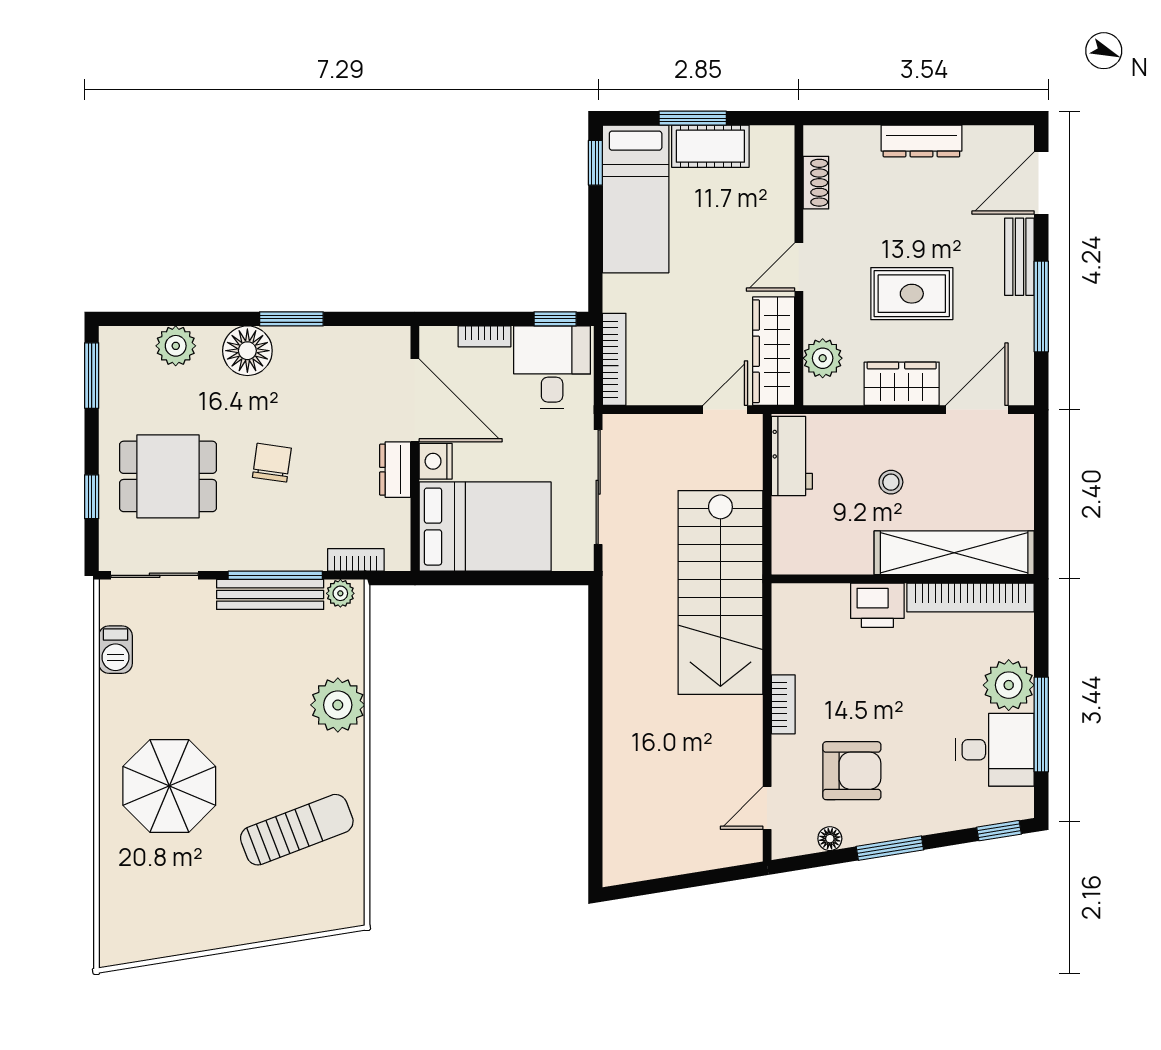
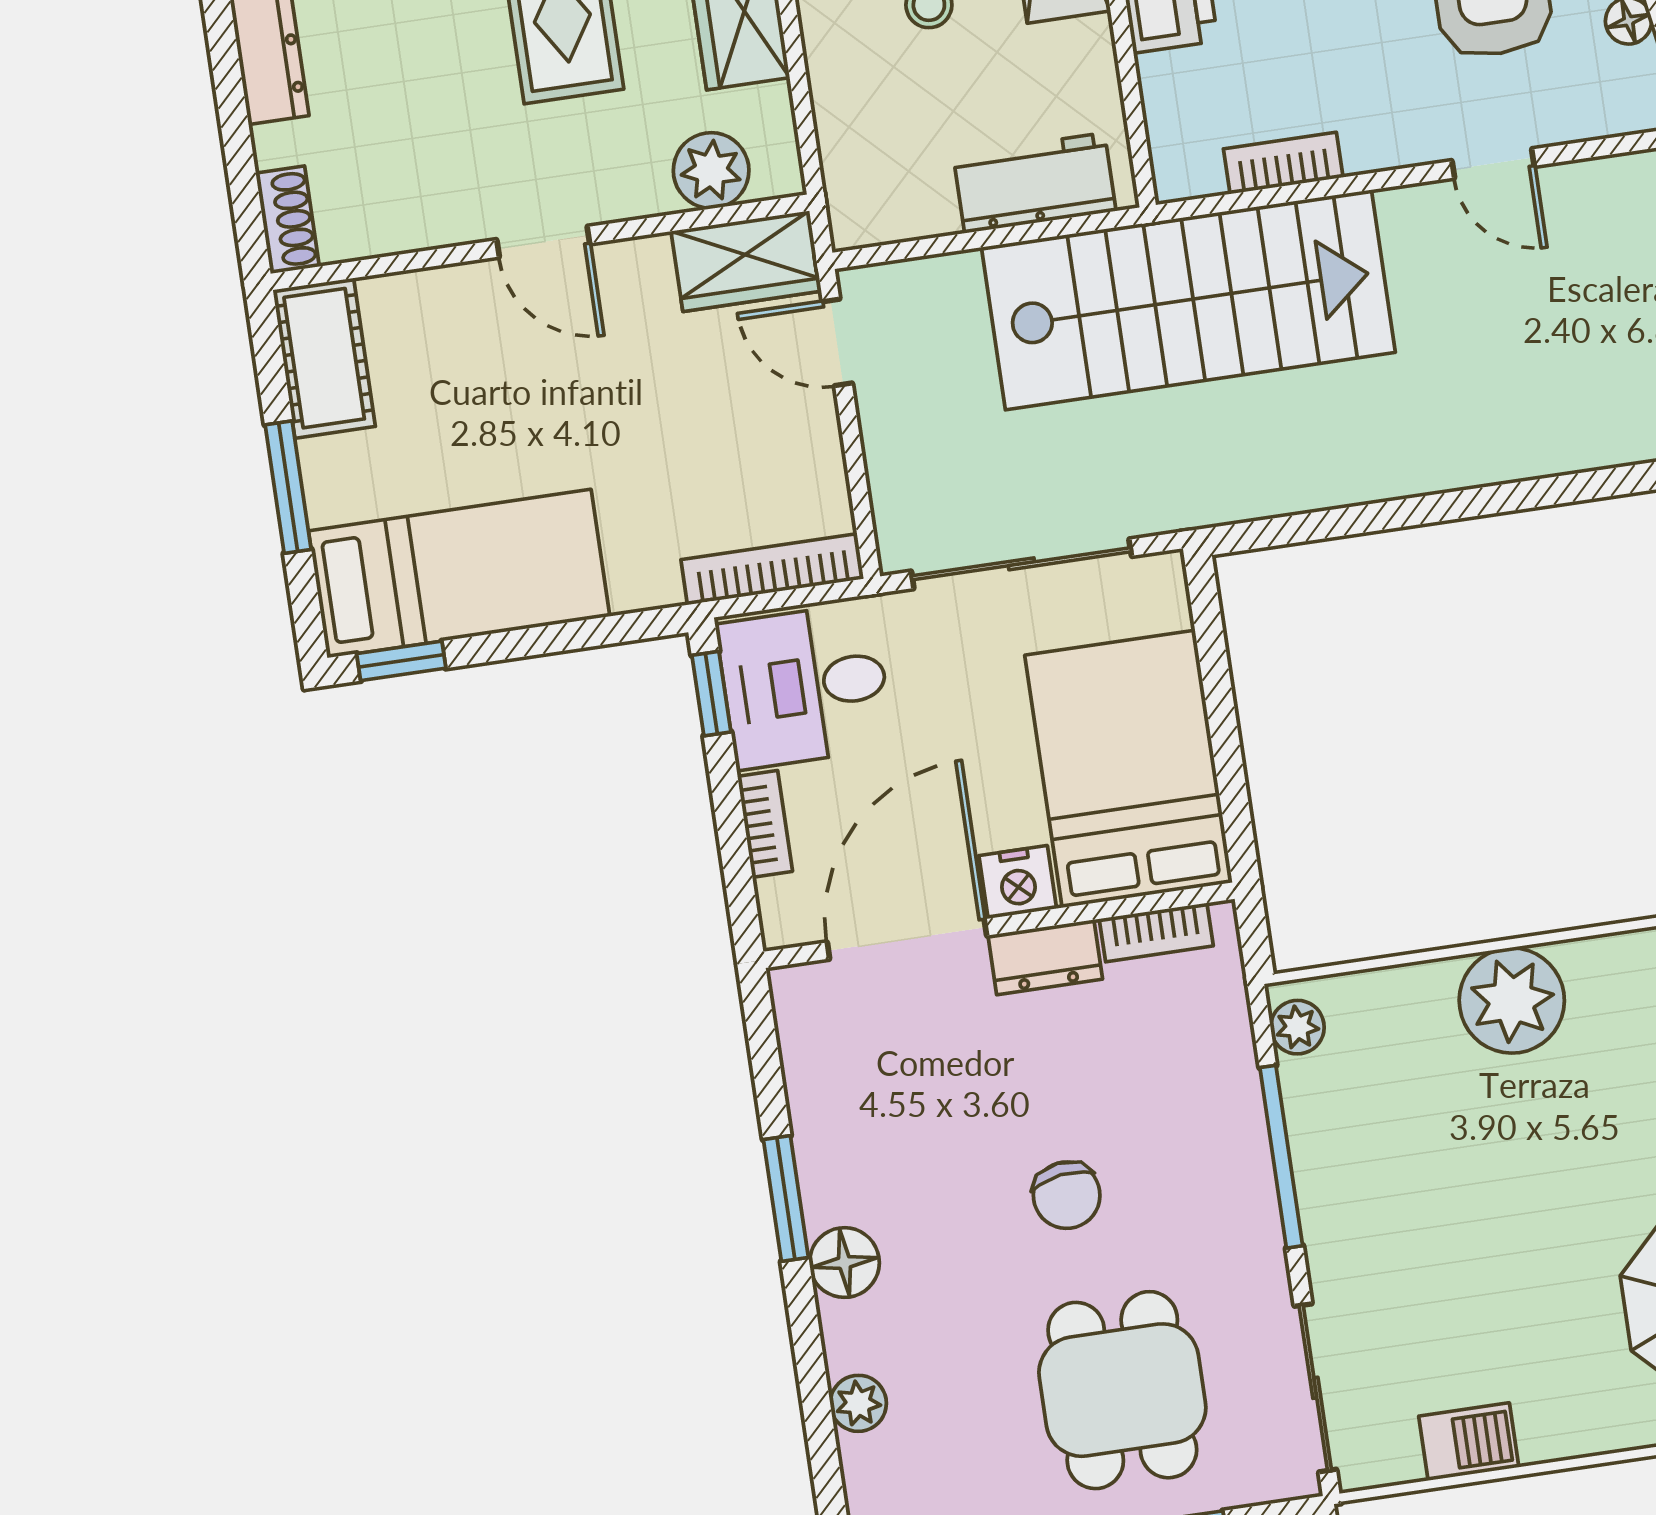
cot: (710, 146) -> (324, 358), moved
shoe rack: (816, 183) -> (288, 220), moved, turned 90
plant: (176, 346) -> (858, 1403), width x0.73, depth x0.73
floor lamp: (247, 351) -> (844, 1263), width x0.73, depth x0.73
wardrobe: (774, 351) -> (746, 261), width x0.67
workbench: (792, 456) -> (1035, 183), moved
chair: (272, 463) -> (1067, 1195), turned -106
bookcase: (356, 560) -> (1156, 932), moved, turned -90
bench: (270, 594) -> (1319, 1161), removed
bookcase: (783, 704) -> (1283, 163), moved
door: (767, 808) -> (1493, 163), moved

